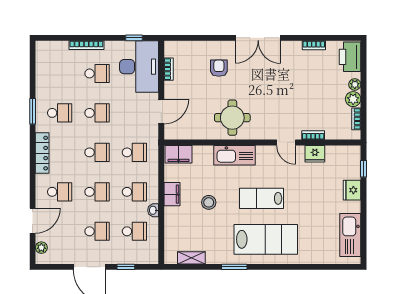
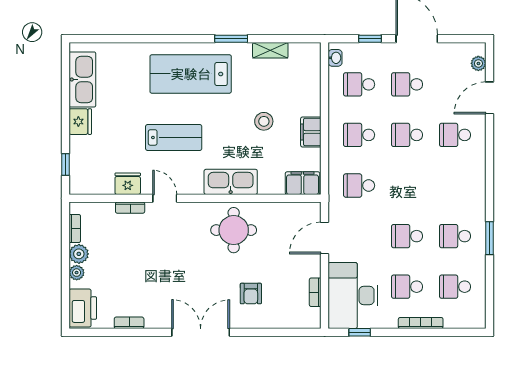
school desk: (97, 152) -> (455, 287), moved
locker: (42, 153) -> (477, 185), removed
fridge: (352, 190) -> (80, 122), moved
lab bench: (261, 198) -> (174, 137), moved
washbasin: (153, 210) -> (335, 58), moved
shelving: (191, 258) -> (270, 50), moved

